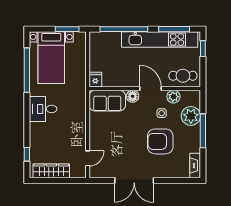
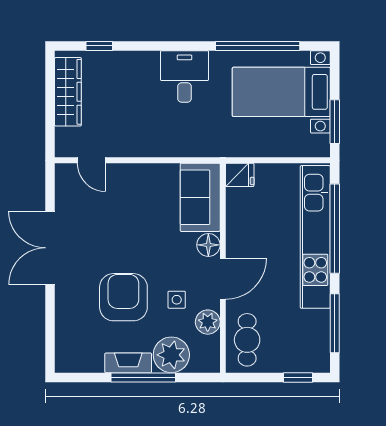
kitchen unit: (160, 40) -> (315, 237), moved
fireplace: (195, 166) -> (128, 363), moved

